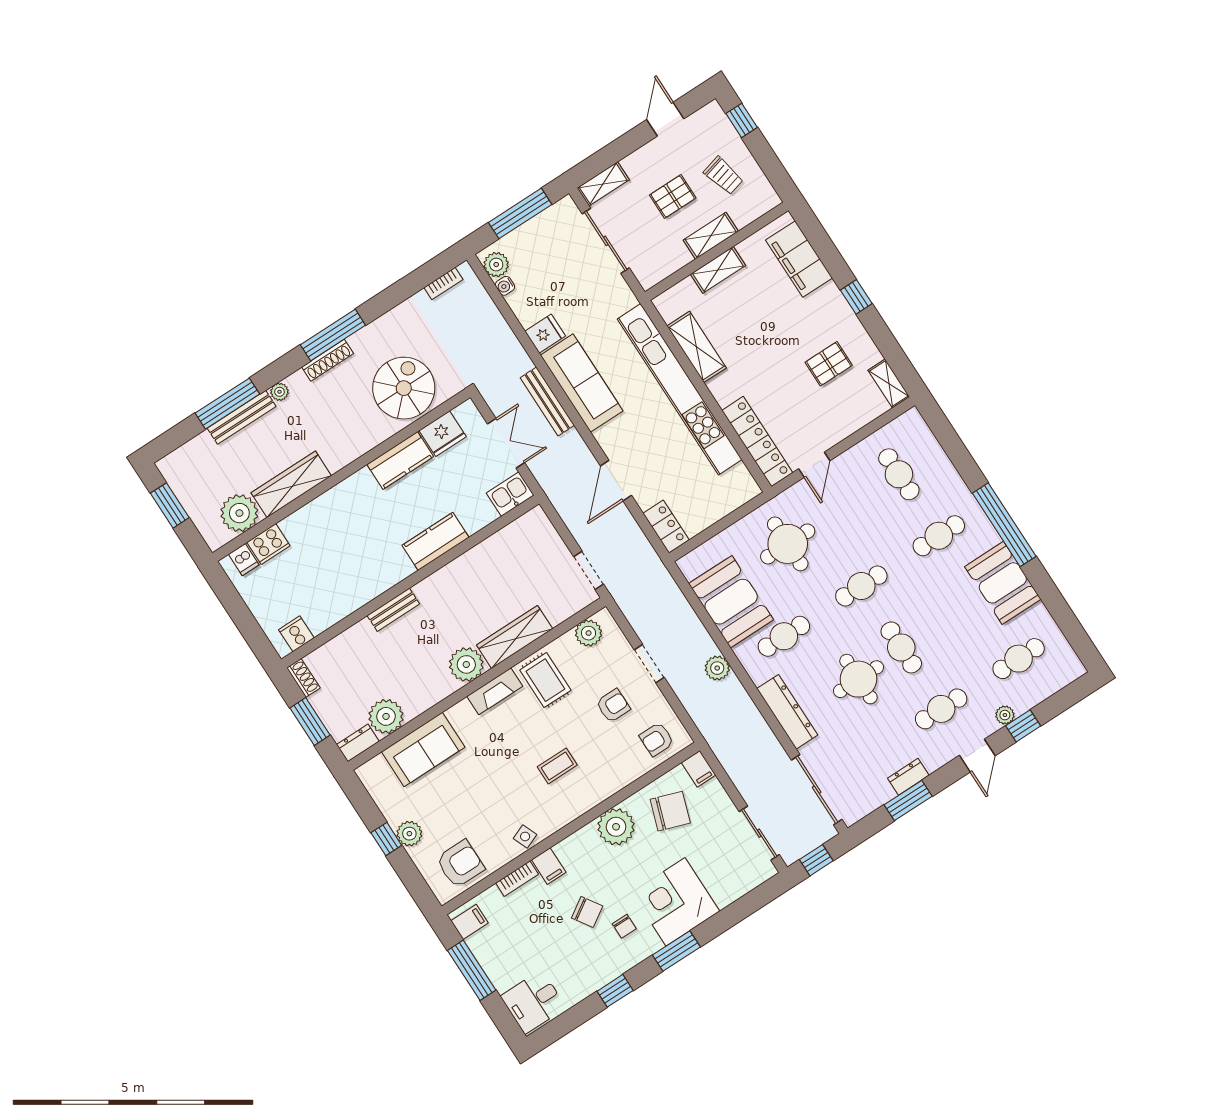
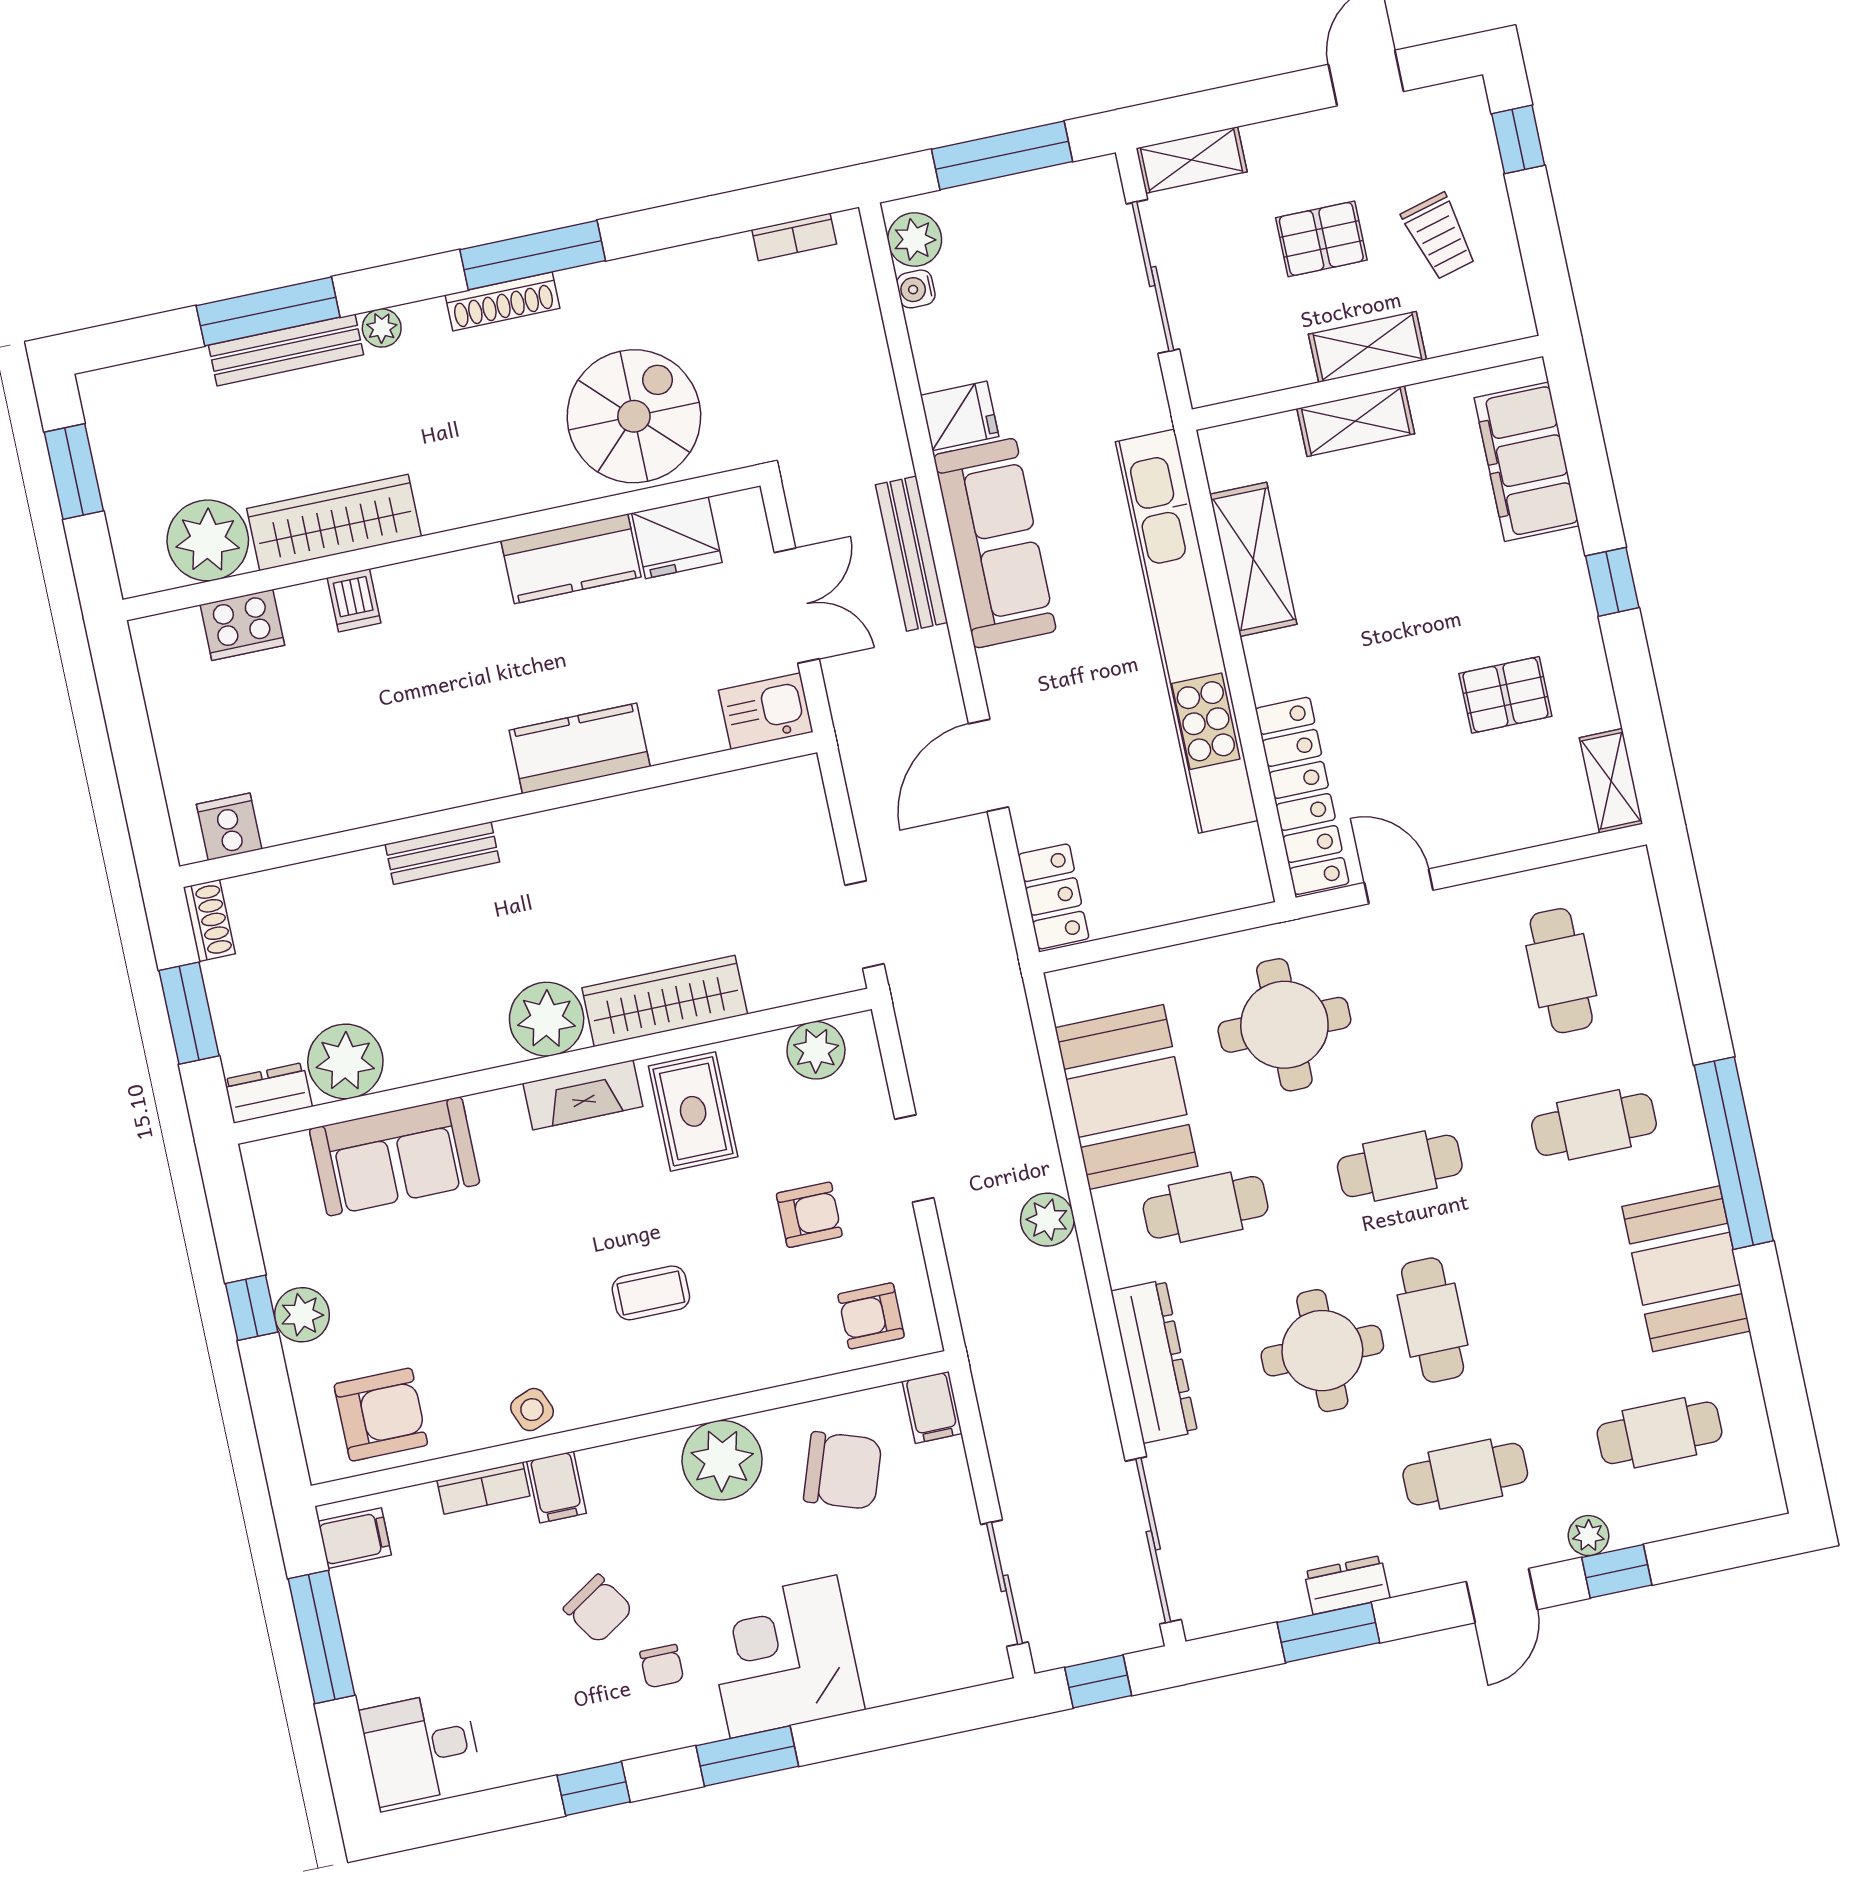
door: (814, 465) -> (1399, 886), swing flipped
dishwasher: (244, 560) -> (354, 600), moved

